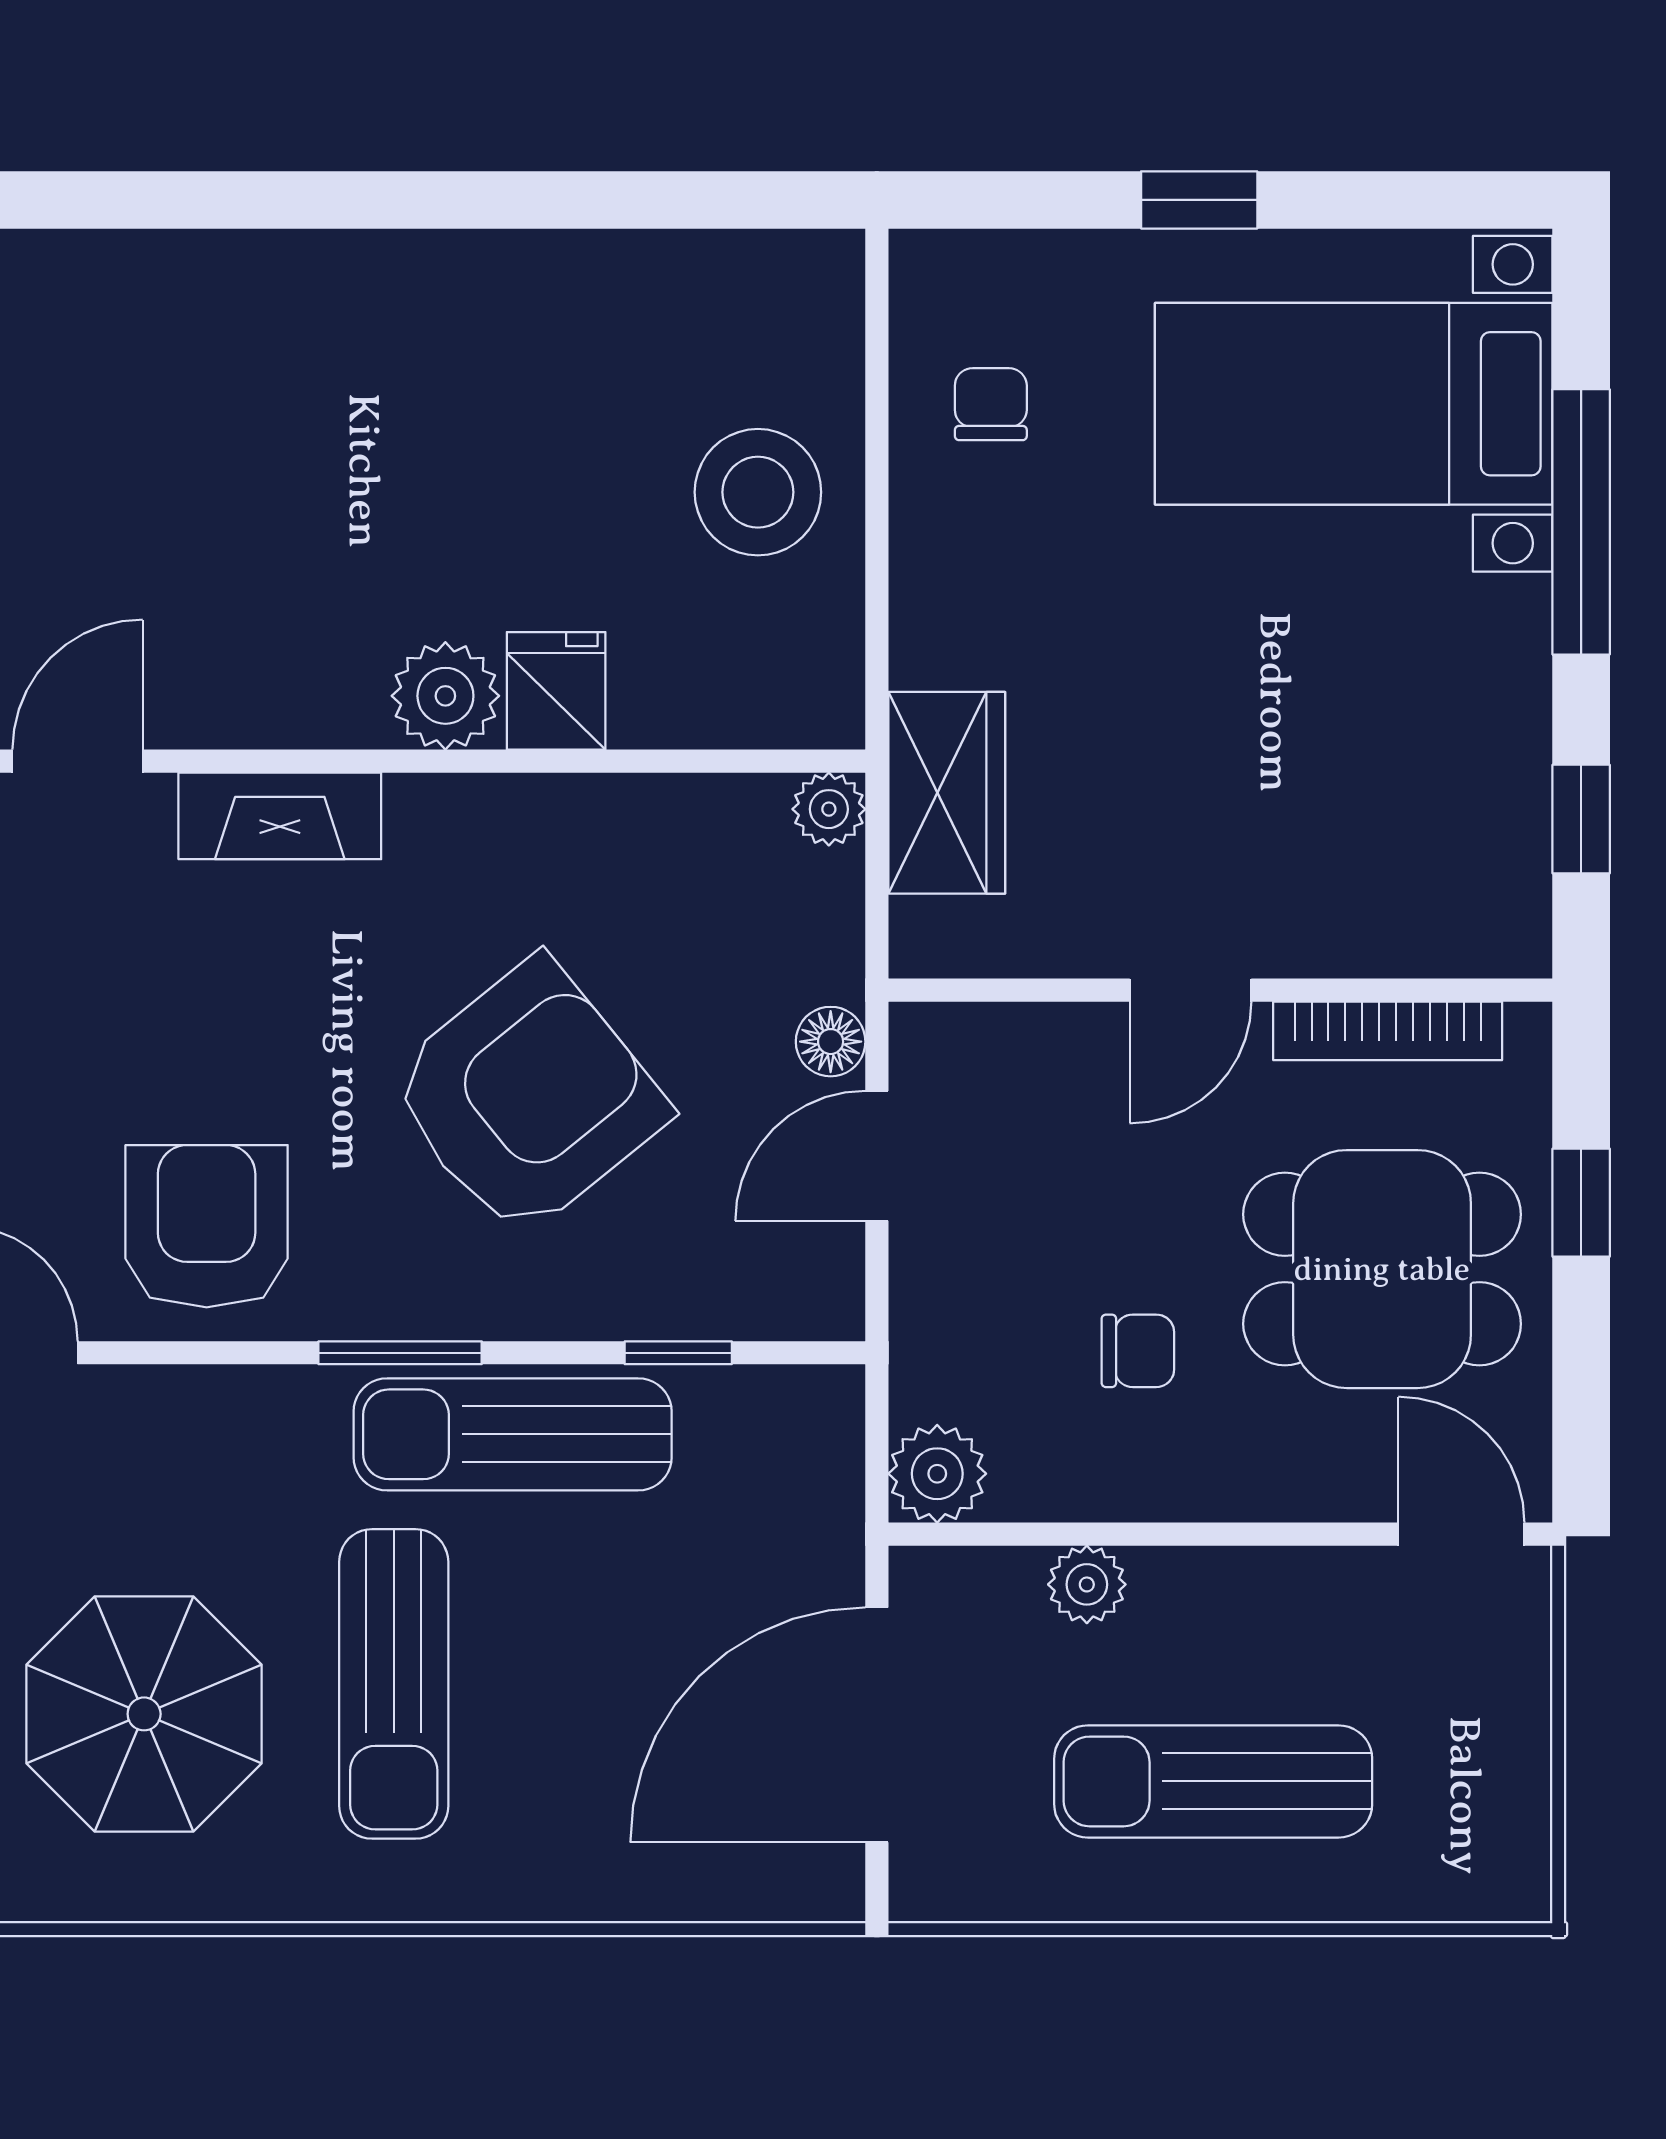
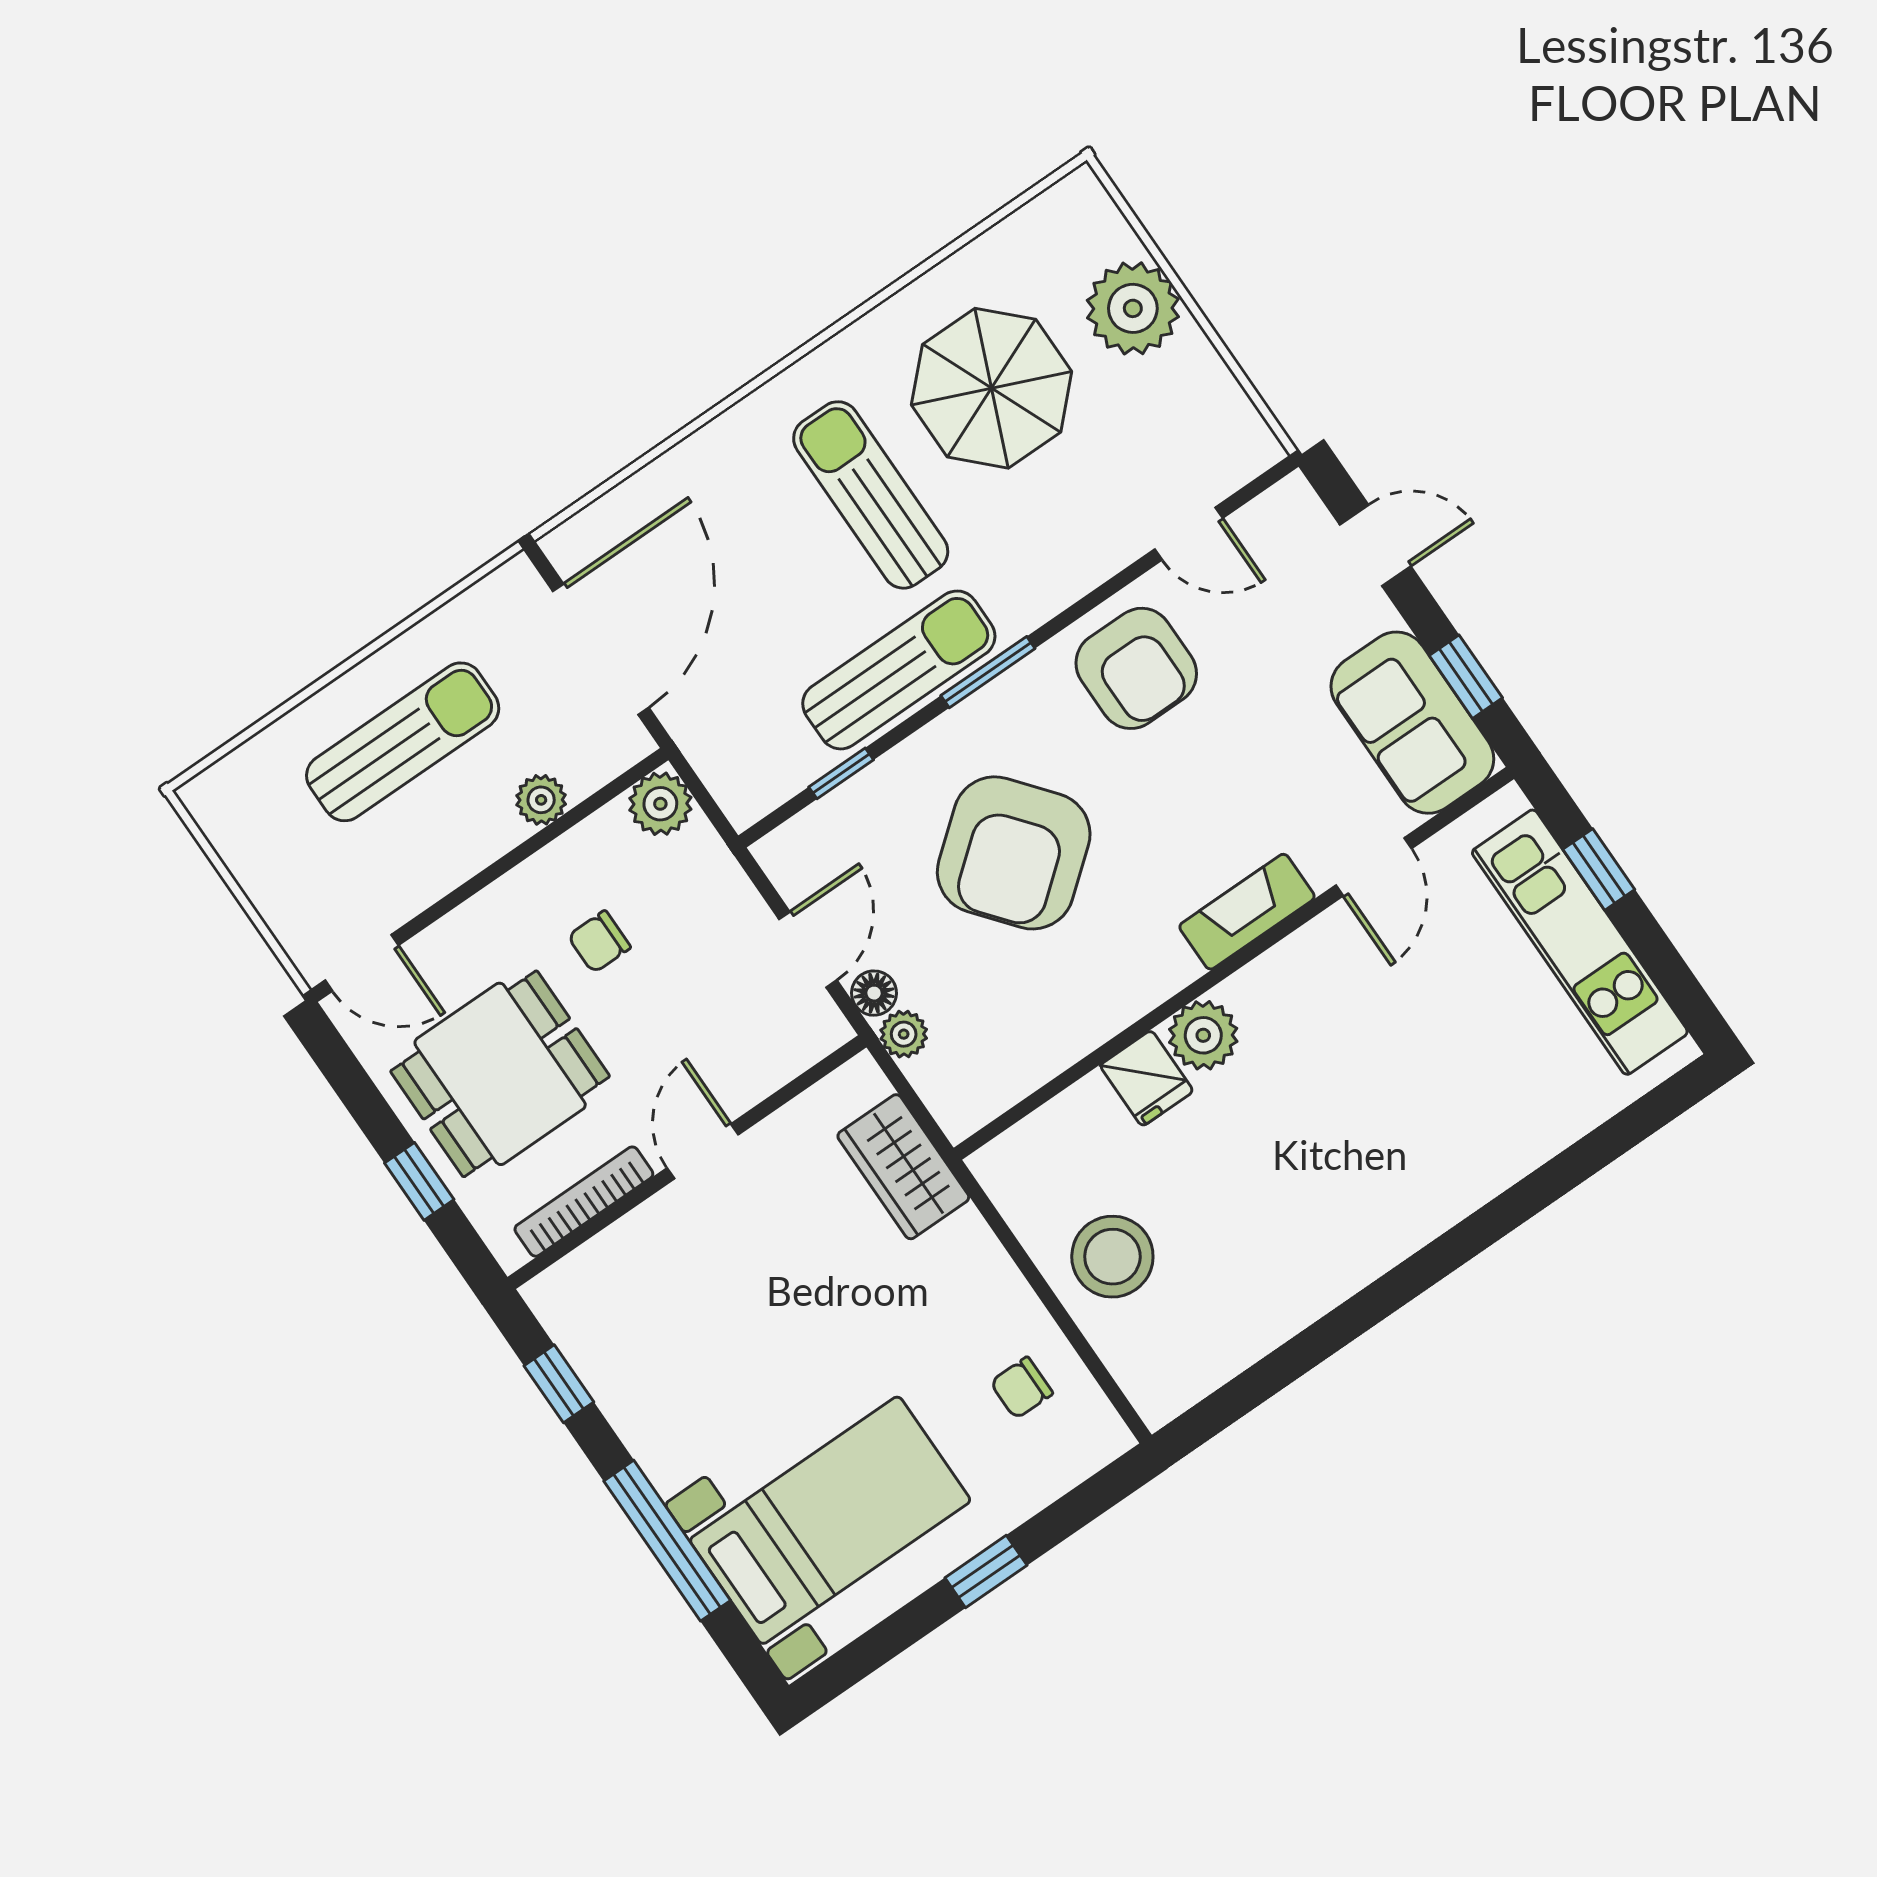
chair: (991, 404) -> (1022, 1388), turned 90
plant: (829, 809) -> (904, 1034), moved

